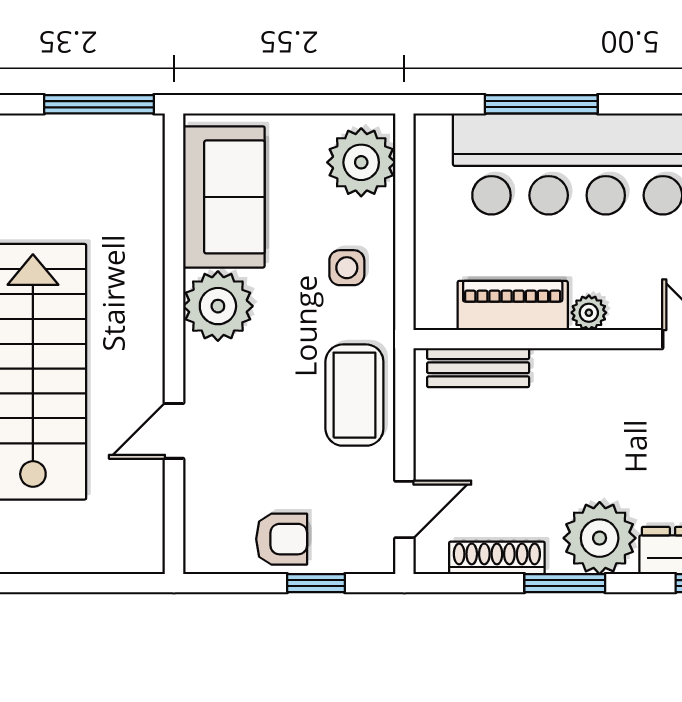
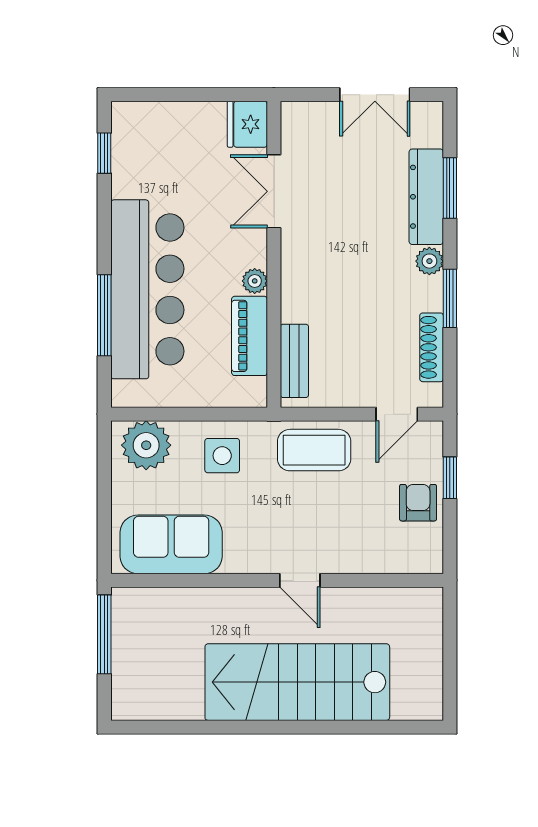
side table: (347, 268) -> (222, 456), width x1.37, depth x1.37
plant: (218, 306) -> (250, 549), removed
door: (174, 431) -> (300, 580), moved
door: (404, 509) -> (397, 414), swing flipped
plant: (600, 538) -> (429, 261), width x0.53, depth x0.53

